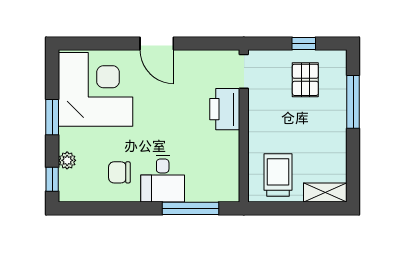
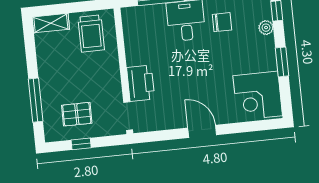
pallet: (305, 80) -> (77, 114), turned 90
corner desk: (95, 89) -> (258, 96), width x0.74, depth x0.74

